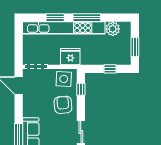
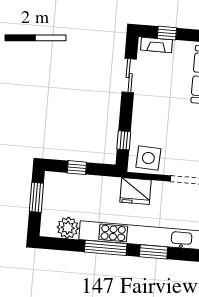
armchair: (63, 105) -> (153, 119), removed

